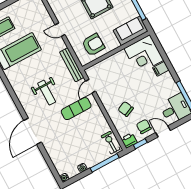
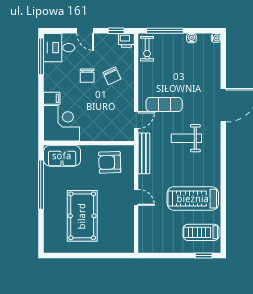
weight bench: (47, 93) -> (186, 138), turned -90
chair: (144, 127) -> (87, 76), moved

